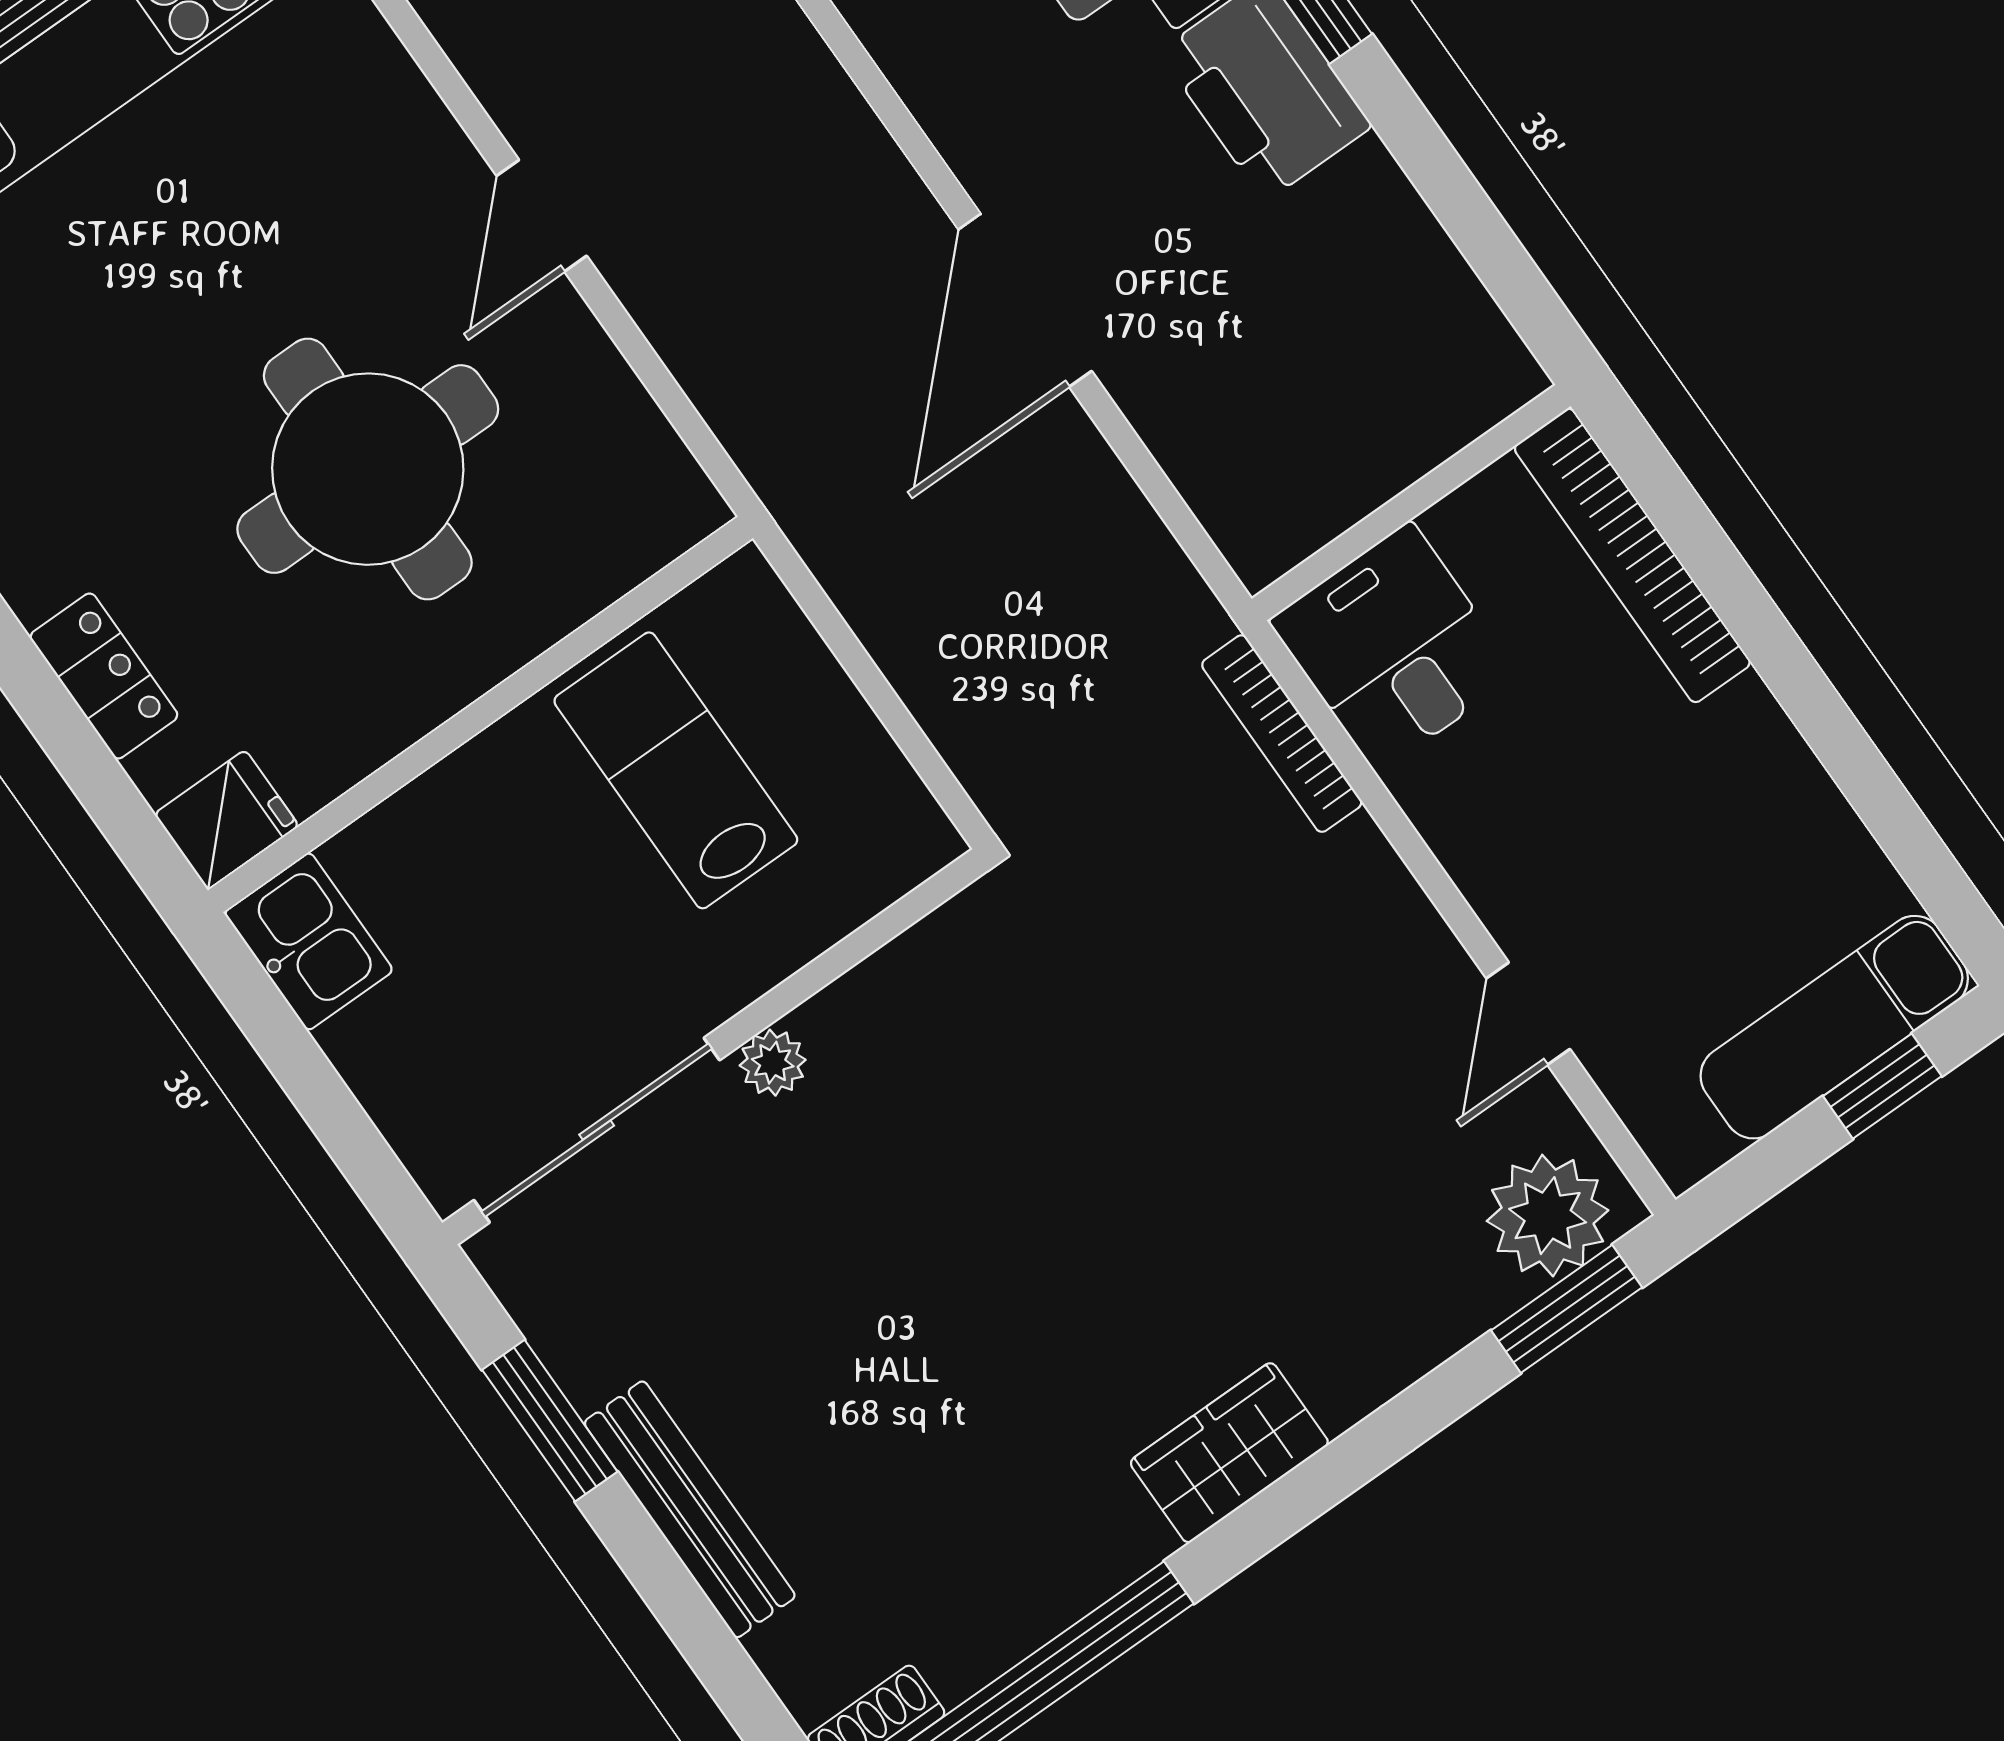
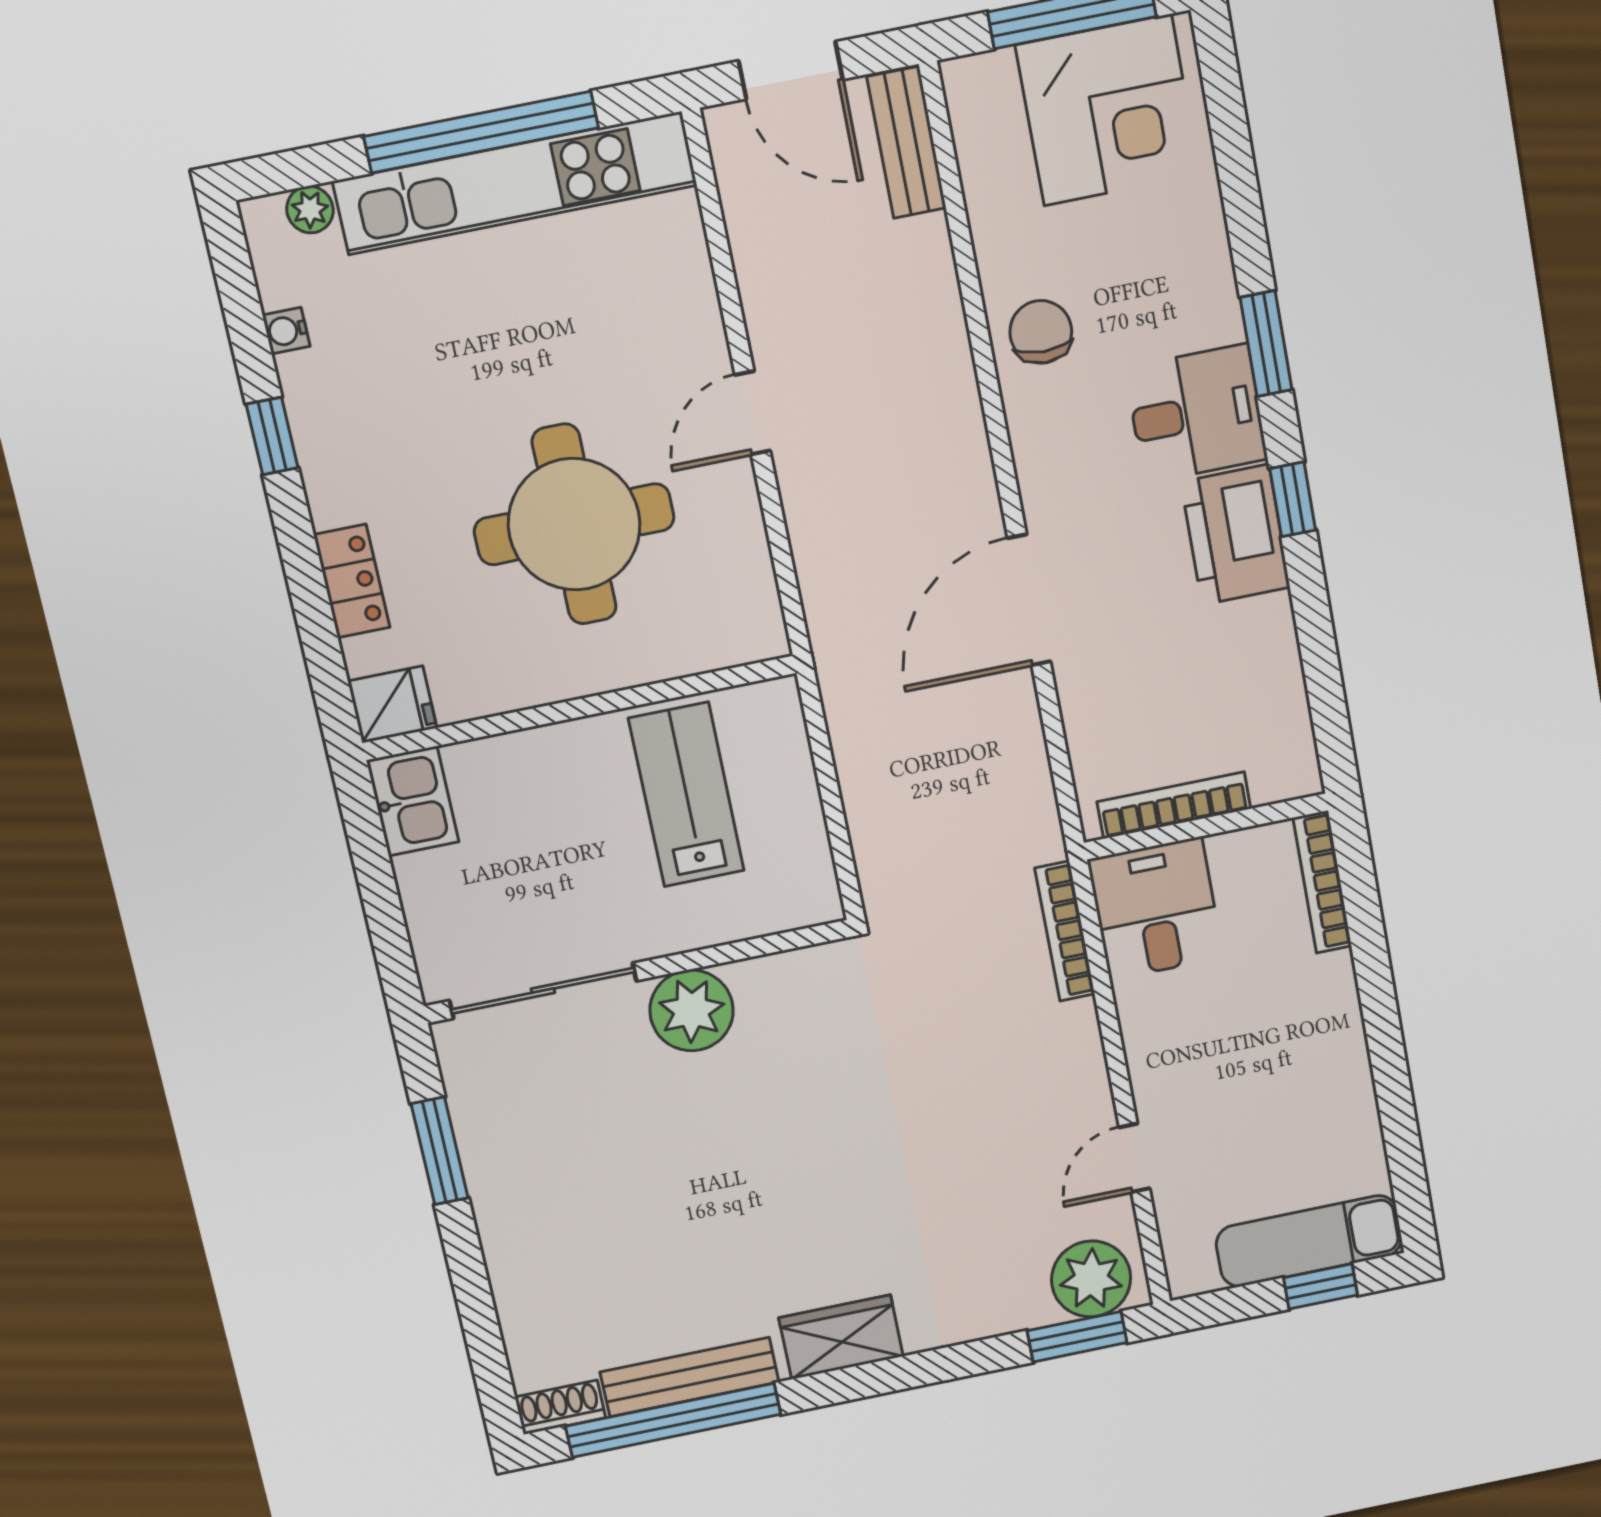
bookcase: (1353, 493) -> (1174, 805), added
bookcase: (1632, 555) -> (1322, 882), width x0.68, depth x0.76
plant: (773, 1063) -> (692, 1010), width x1.88, depth x1.88
bench: (690, 1509) -> (690, 1377), moved, turned 90

